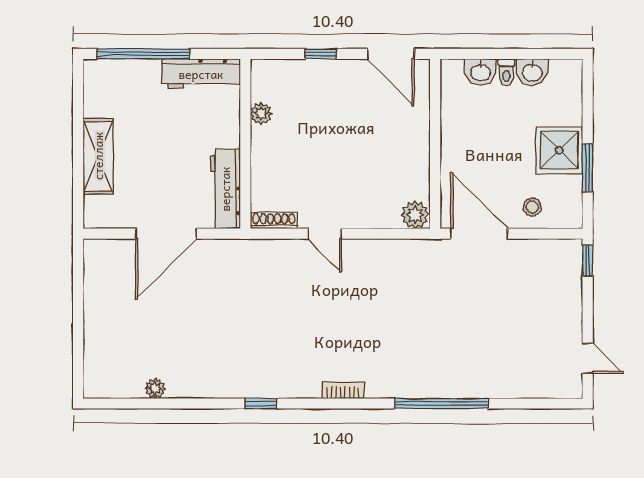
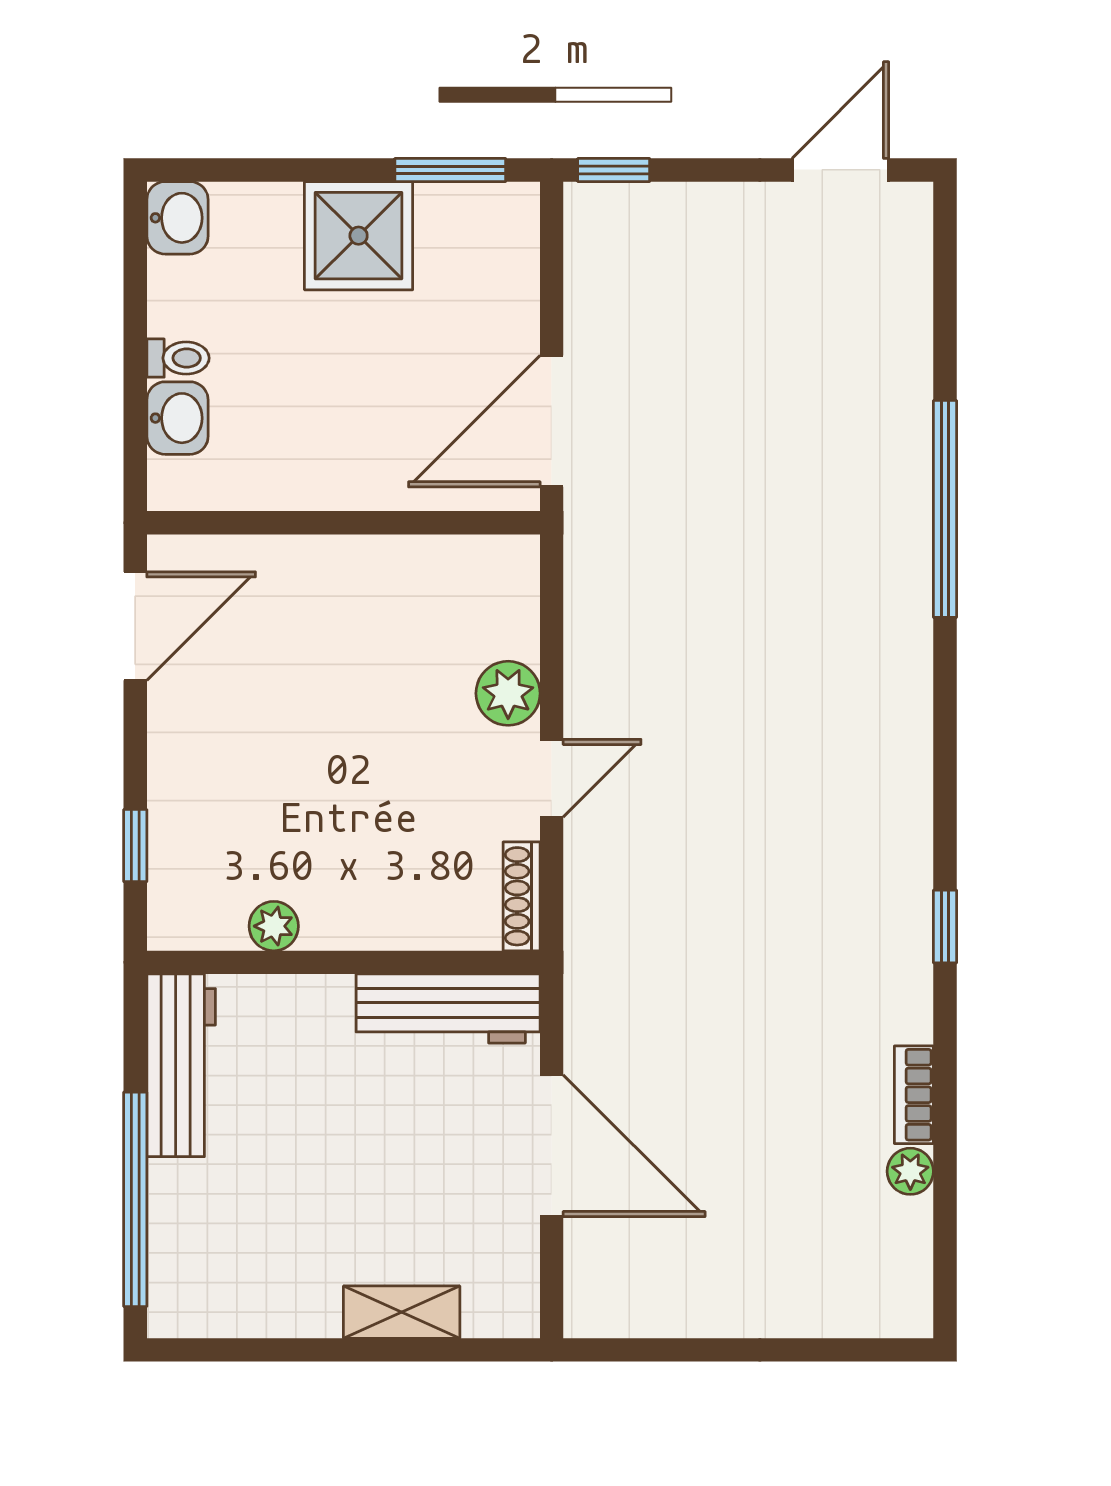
window: (321, 54) -> (135, 846), moved
washbasin: (532, 72) -> (177, 218), moved
shelving: (98, 156) -> (402, 1312), width x0.67, depth x0.75
window: (588, 168) -> (450, 170), moved
stool: (532, 207) -> (490, 298), removed
plant: (415, 215) -> (508, 693), moved
door: (588, 358) -> (840, 170), width x1.38
bookcase: (343, 390) -> (914, 1095), moved

